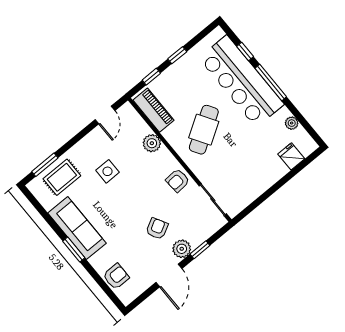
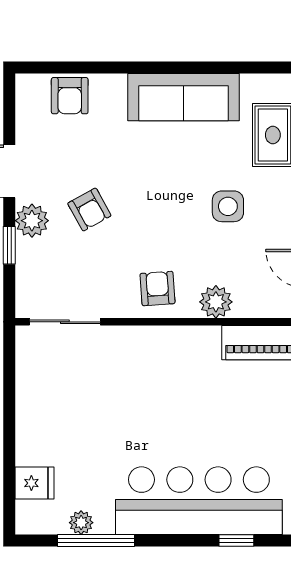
window: (271, 82) -> (96, 540), moved
cafe table: (204, 130) -> (174, 391), removed
armchair: (178, 180) -> (158, 289), moved
window: (74, 250) -> (157, 67), removed

